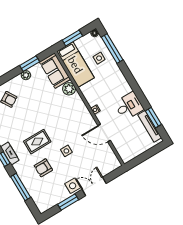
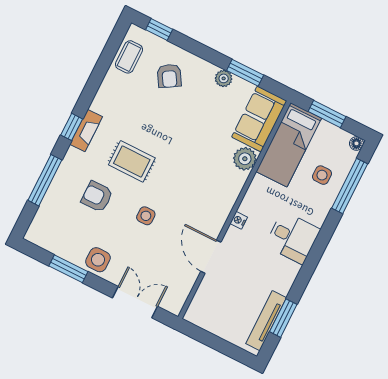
desk: (129, 106) -> (293, 238), moved
double door: (94, 186) -> (135, 302), moved

